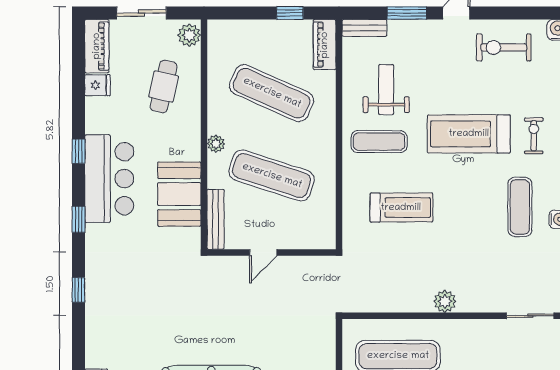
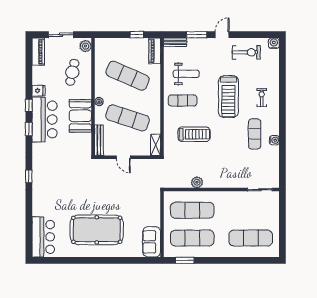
exercise bike: (504, 47) -> (246, 52), turned 180
fridge: (97, 85) -> (38, 91), moved
weight bench: (386, 90) -> (186, 74), turned 90
treadmill: (469, 134) -> (228, 97), turned -90
booth: (179, 194) -> (80, 116), moved
window: (78, 219) -> (29, 129), moved
shelving: (326, 228) -> (156, 145), added
door: (263, 252) -> (123, 157), hinge flipped
plant: (445, 301) -> (197, 182), moved

